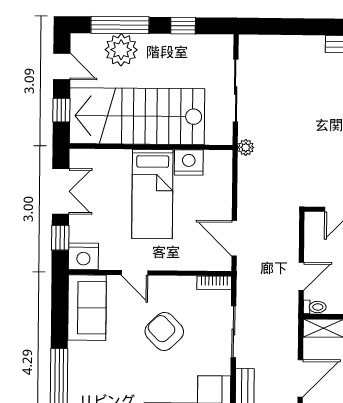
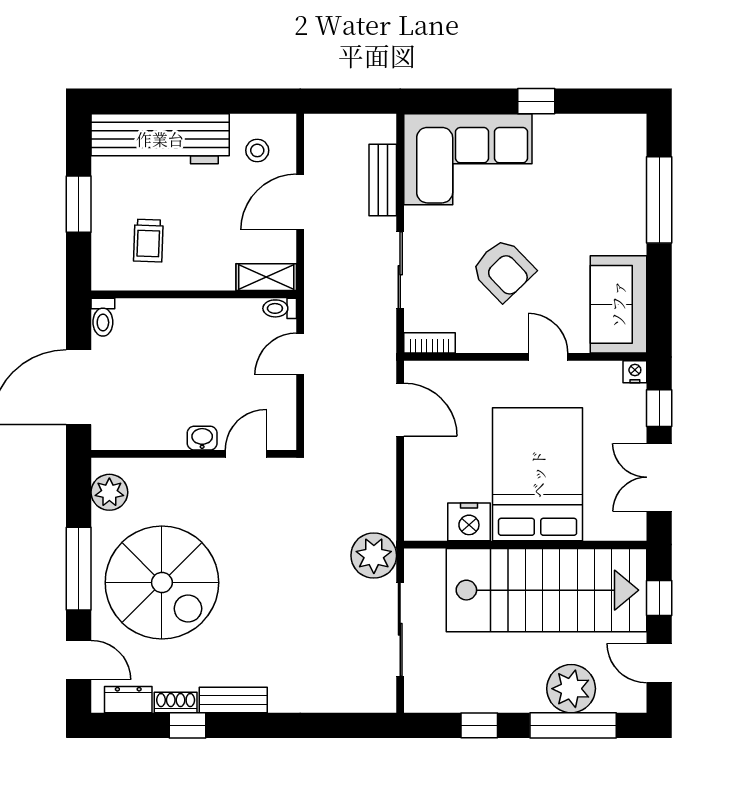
plant: (246, 147) -> (374, 556), width x1.87, depth x1.87
bed: (152, 194) -> (538, 474), width x1.50
nightstand: (83, 256) -> (635, 372), width x0.53, depth x0.56

